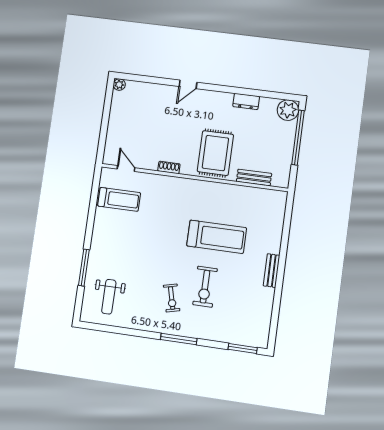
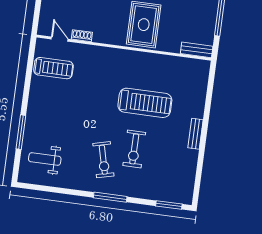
shoe rack: (169, 168) -> (82, 36), moved
bench: (254, 177) -> (197, 50), moved
weight bench: (109, 297) -> (45, 159), turned 90
exercise bike: (172, 298) -> (103, 160), width x1.38, depth x1.39

